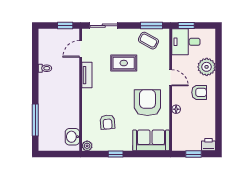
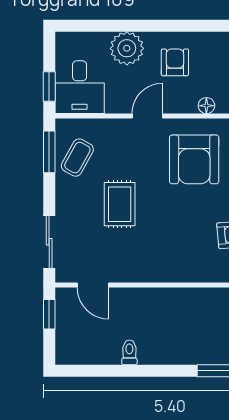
tv unit: (87, 75) -> (142, 273), removed
armchair: (147, 103) -> (194, 159), turned -90

